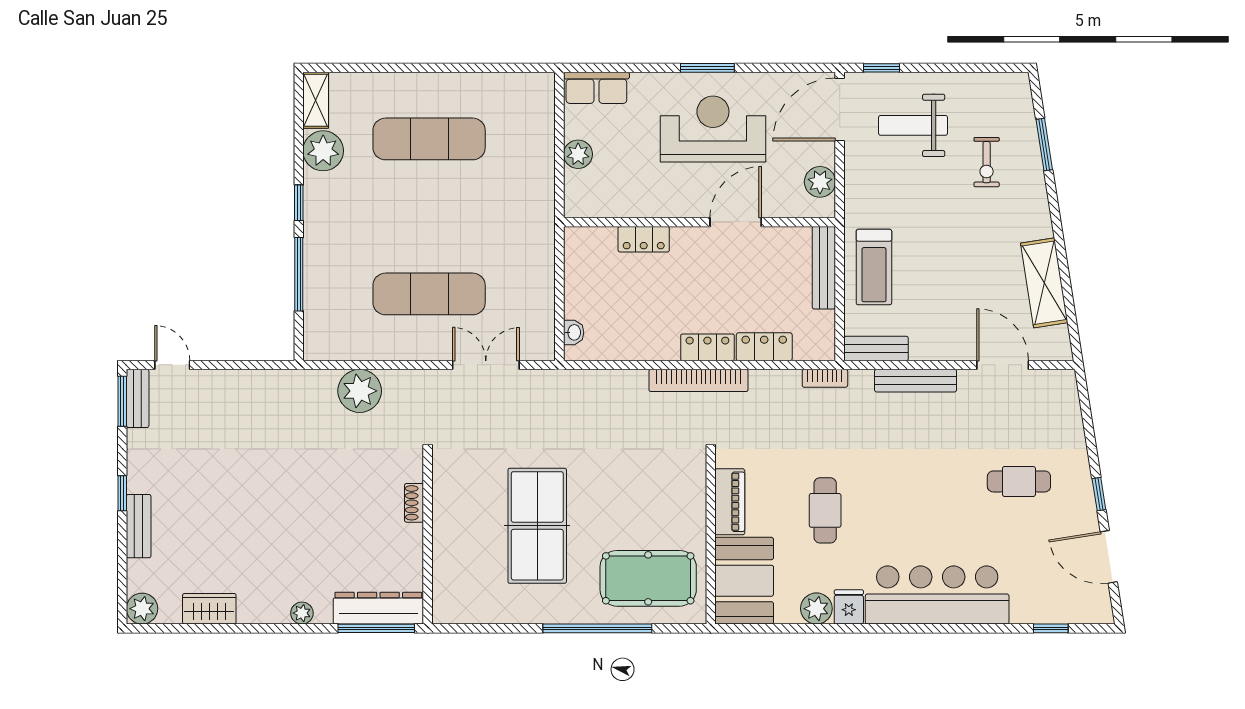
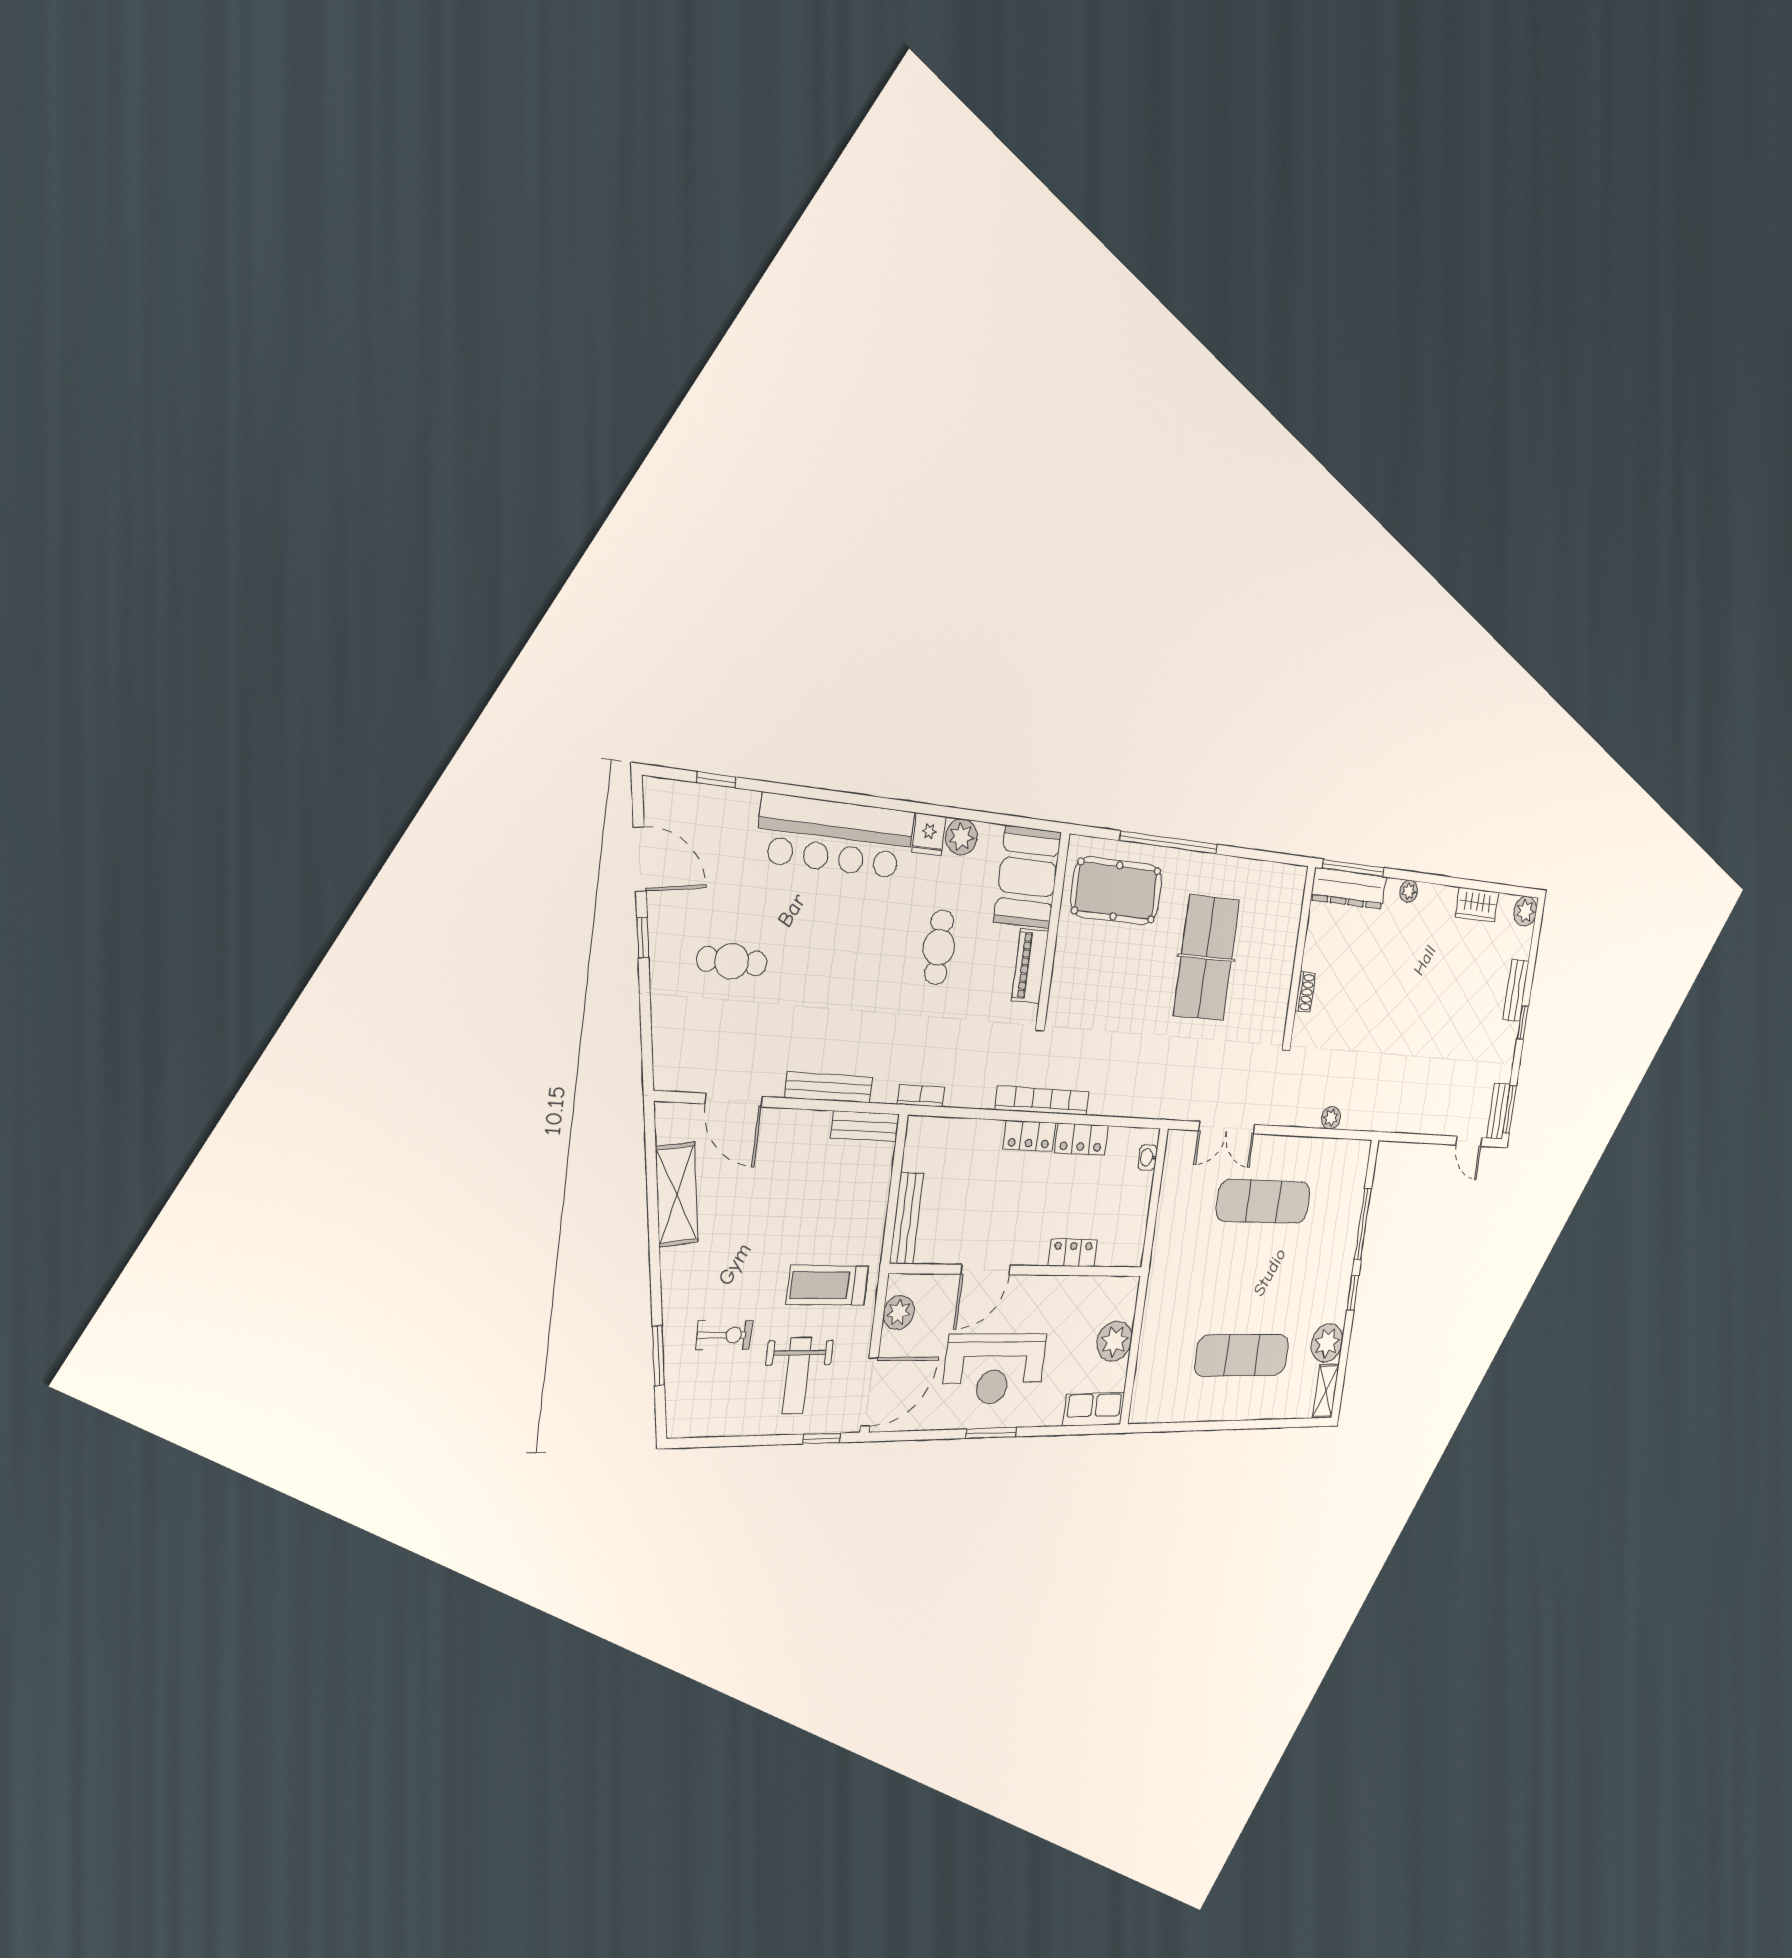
weight bench: (913, 125) -> (797, 1376), turned 90
plant: (578, 154) -> (1115, 1341), width x1.36, depth x1.36
exercise bike: (987, 162) -> (724, 1335), turned 90
treadmill: (874, 267) -> (828, 1285), moved, turned -90
locker: (764, 347) -> (1081, 1139), moved
plant: (360, 391) -> (1331, 1118), width x0.53, depth x0.53

